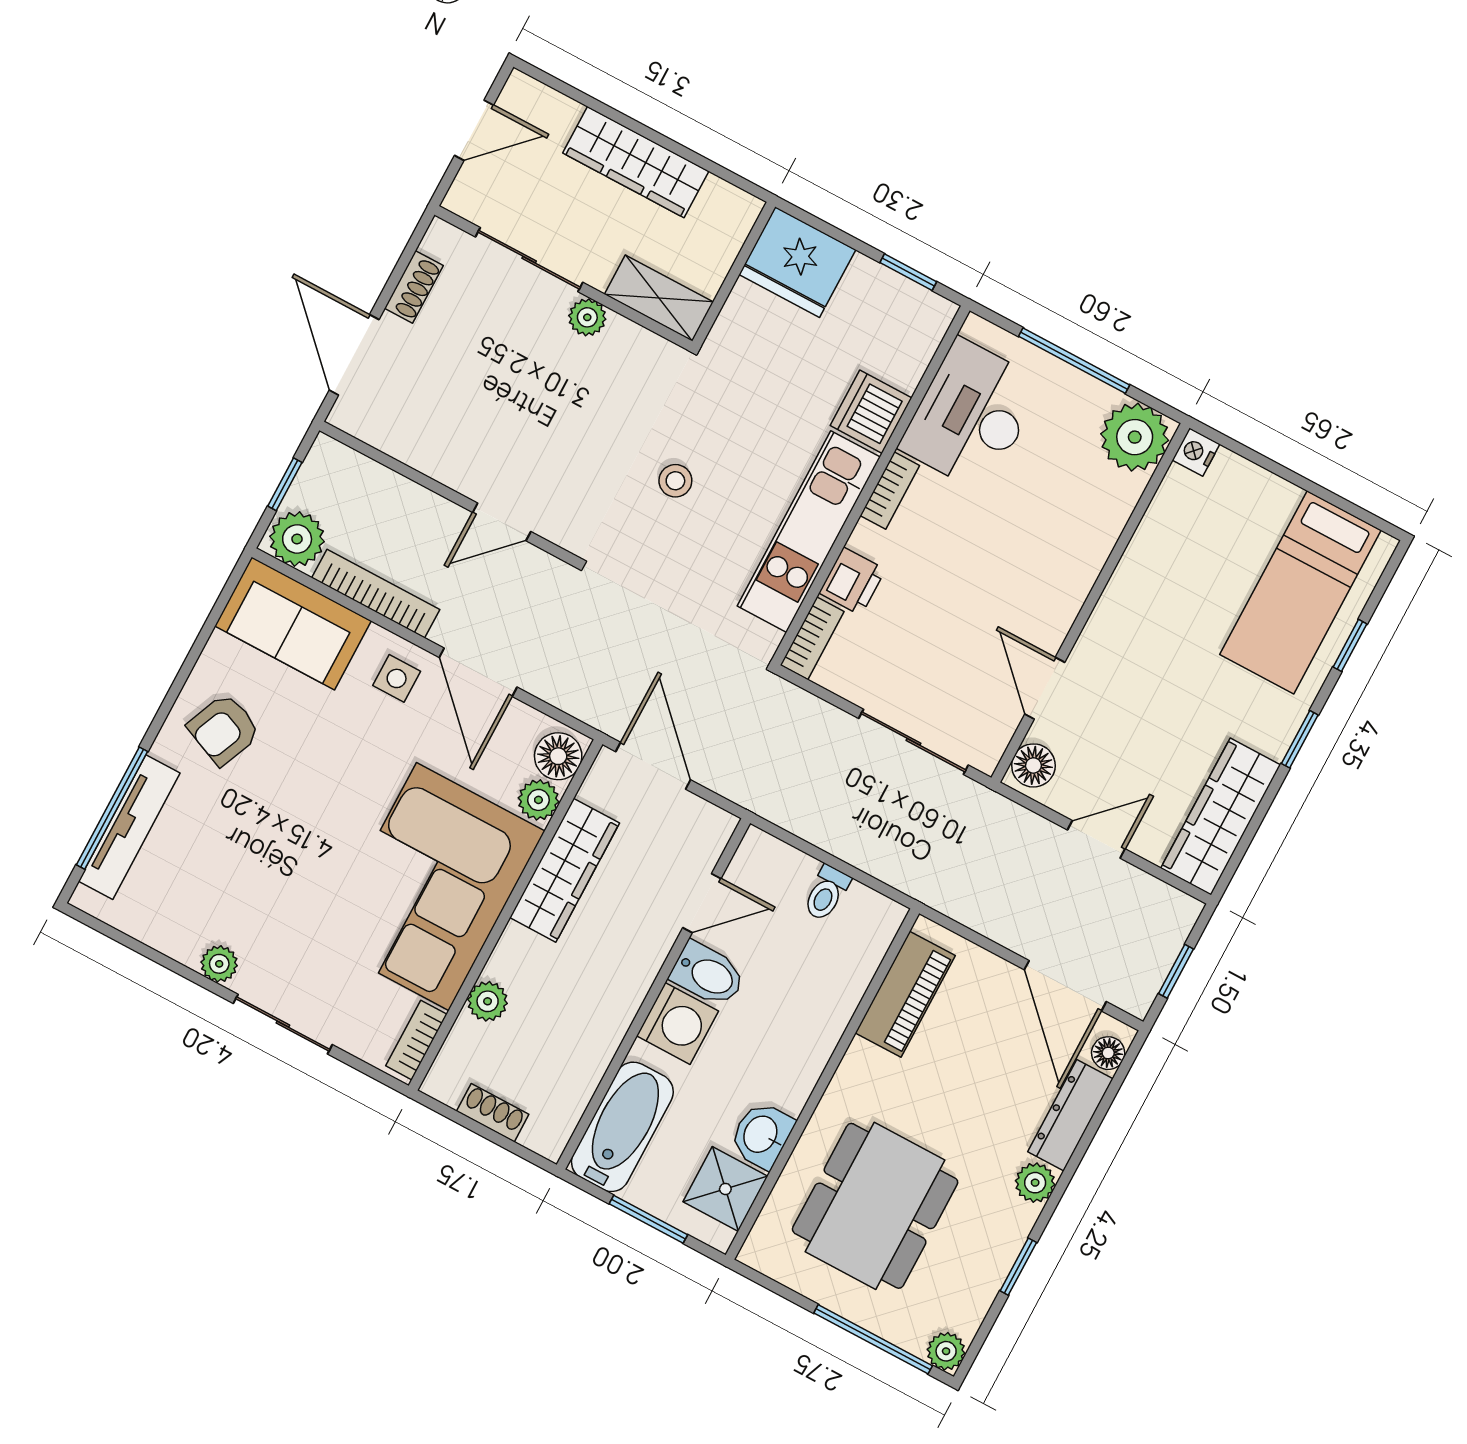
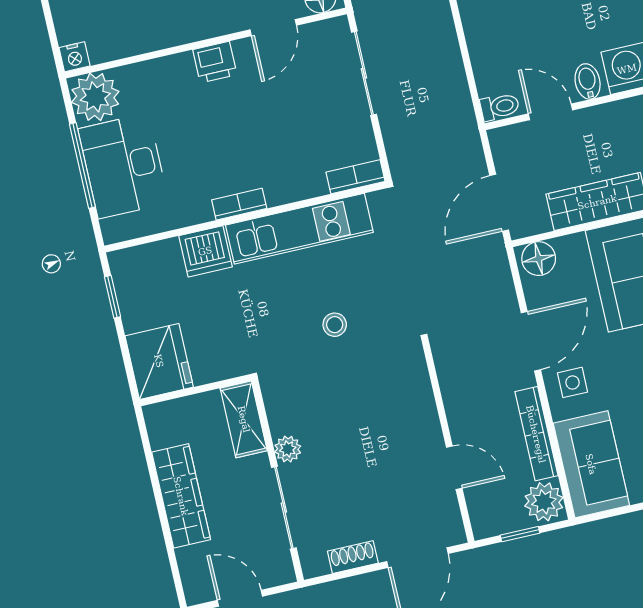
desk: (971, 415) -> (123, 166), moved, turned 90
door: (502, 522) -> (454, 468), moved
printer: (852, 581) -> (215, 62), moved, turned 180
plant: (538, 800) -> (571, 249), removed
toilet: (826, 893) -> (500, 107), moved
bidet: (708, 974) -> (588, 81), width x0.72, depth x0.74

